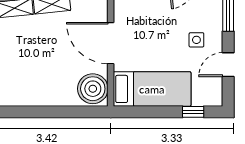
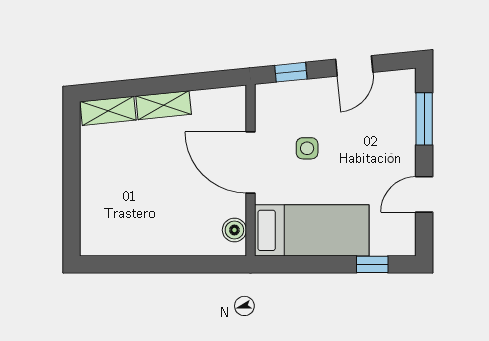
side table: (196, 40) -> (307, 148), moved
boiler: (93, 89) -> (234, 230), width x0.54, depth x0.54

